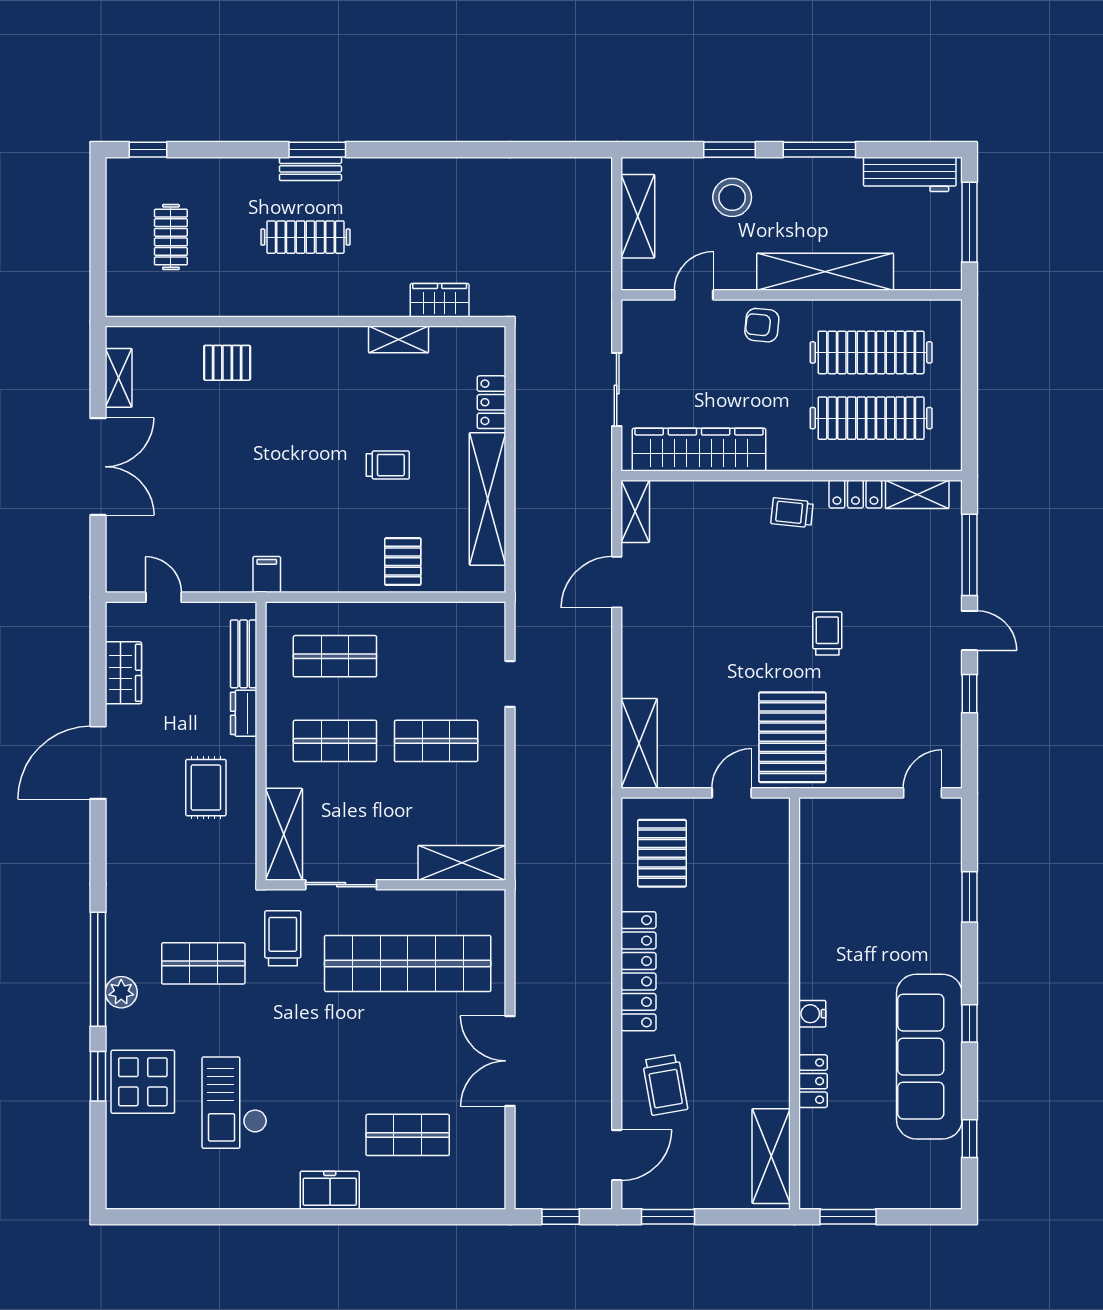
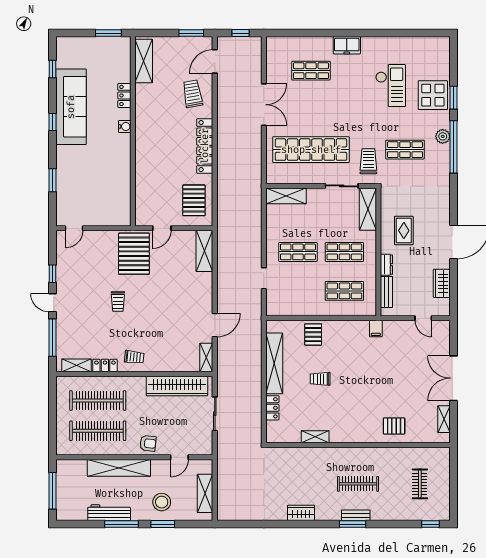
workbench: (910, 174) -> (109, 513), moved
wardrobe: (440, 300) -> (301, 513), moved, turned 180
trolley: (283, 938) -> (368, 161), turned 180

